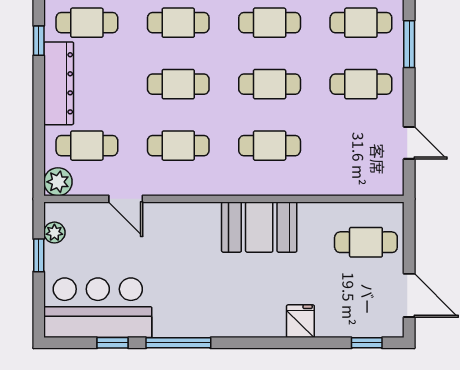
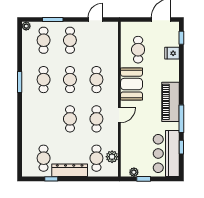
cafe table: (178, 23) -> (44, 119), removed
plant: (58, 182) -> (112, 157), moved
door: (126, 199) -> (119, 115), moved
cafe table: (366, 242) -> (138, 50), moved
piano: (218, 318) -> (171, 102), added
fridge: (300, 321) -> (172, 53), moved

